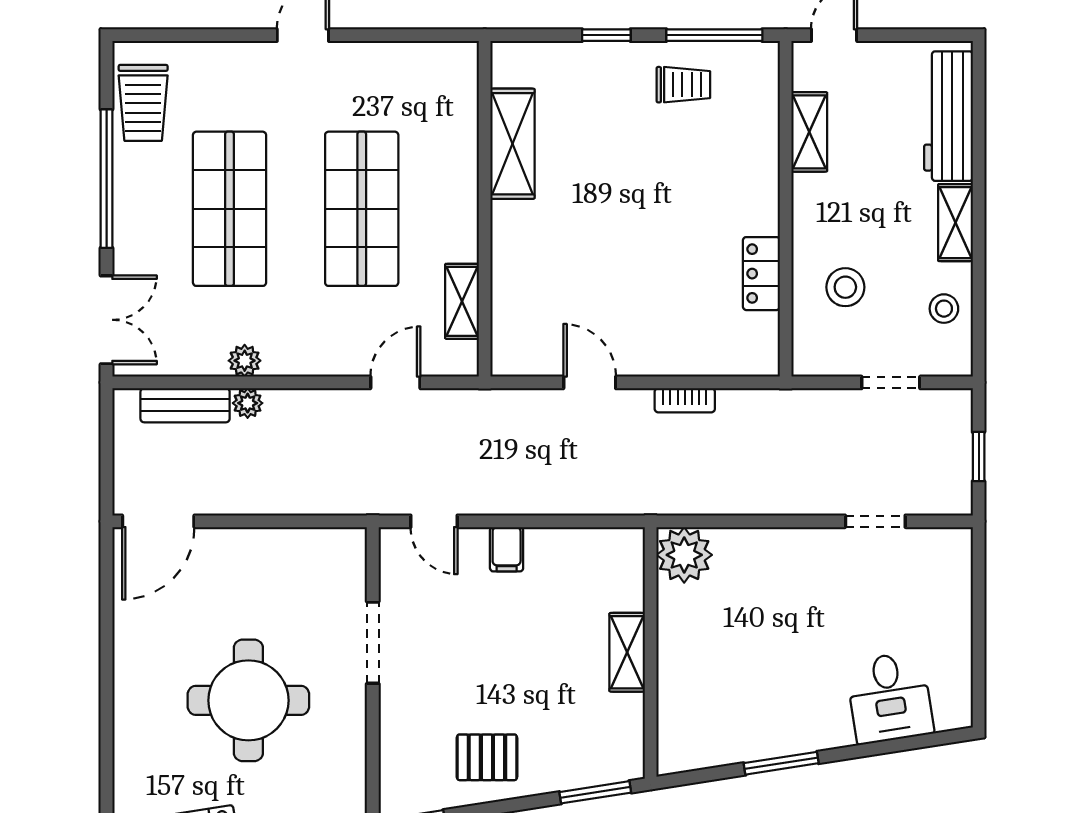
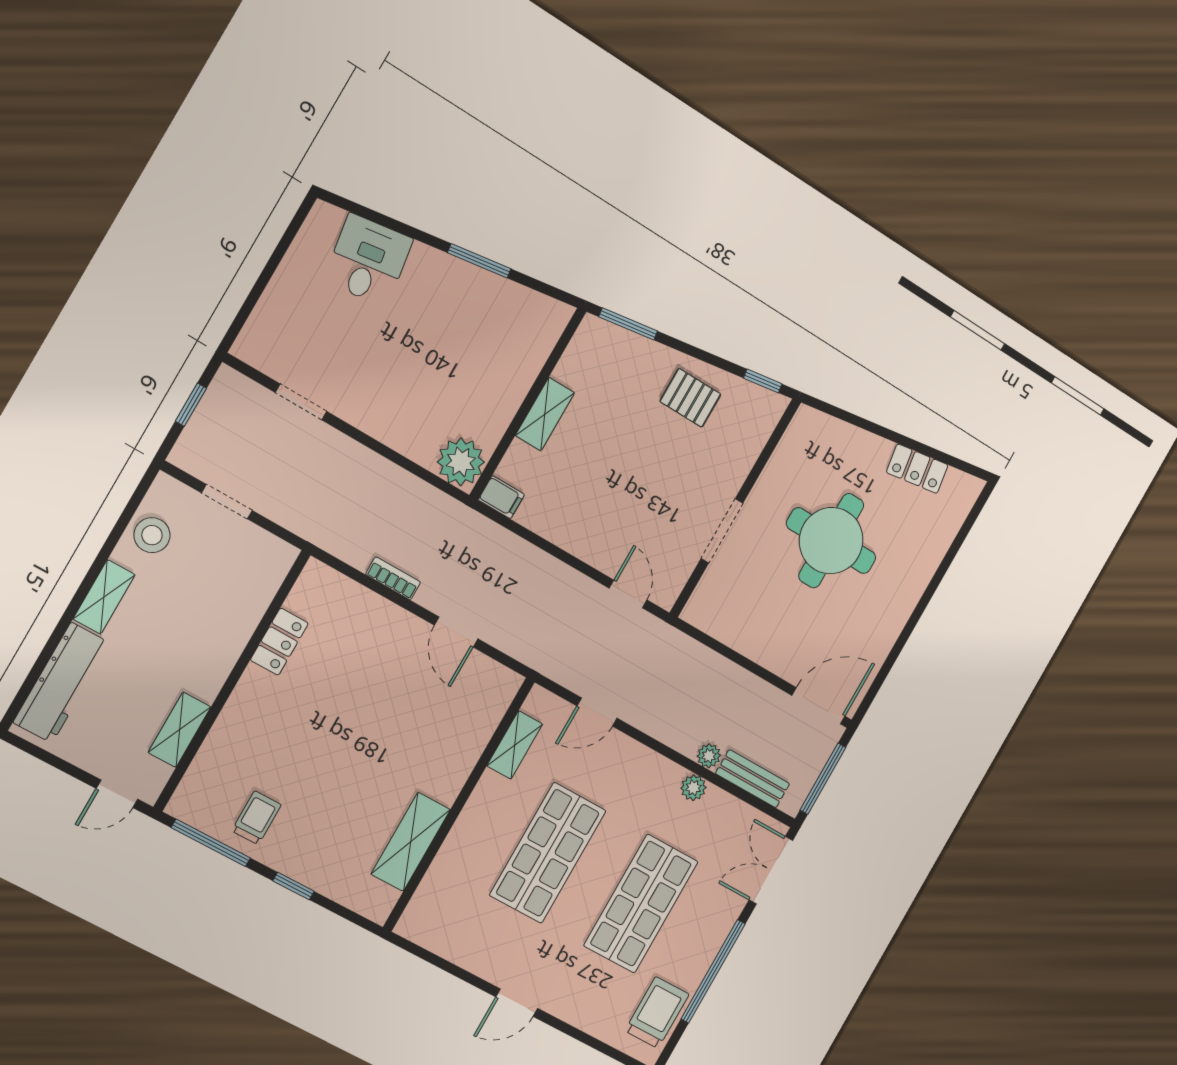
trolley: (683, 85) -> (256, 818), turned 90
stool: (845, 287) -> (220, 595), removed
stool: (944, 309) -> (152, 535), width x1.37, depth x1.37
window: (107, 448) -> (823, 779), added
filing cabinet: (507, 549) -> (501, 497), moved, turned 90

